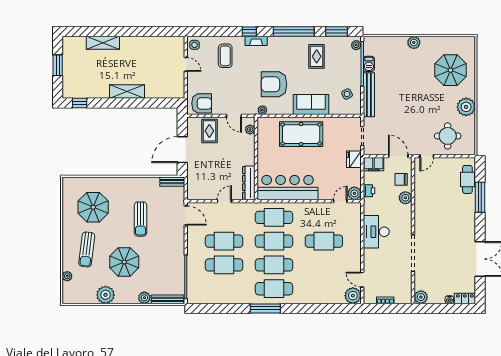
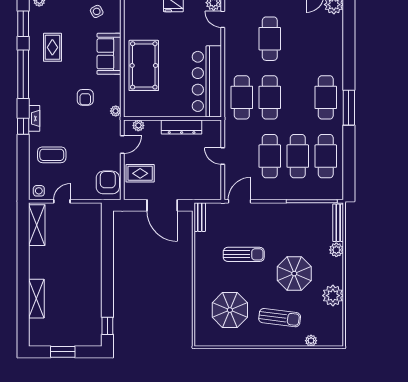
rug: (317, 56) -> (52, 47), turned 90
armchair: (274, 84) -> (85, 97), width x0.53, depth x0.53
shelving: (127, 91) -> (37, 225), moved
dresser: (249, 183) -> (182, 127), moved
cafe table: (274, 265) -> (326, 156), moved

